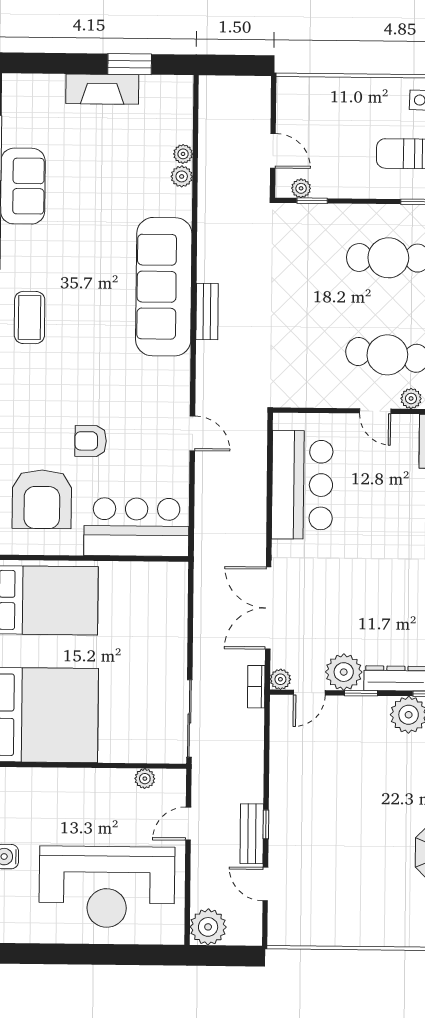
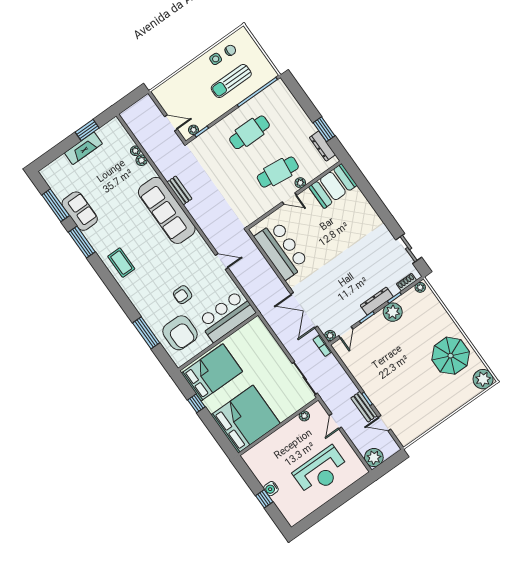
bench: (207, 312) -> (179, 190), moved
plant: (344, 672) -> (354, 314), removed
reception desk: (107, 887) -> (321, 471), width x0.74, depth x0.77

